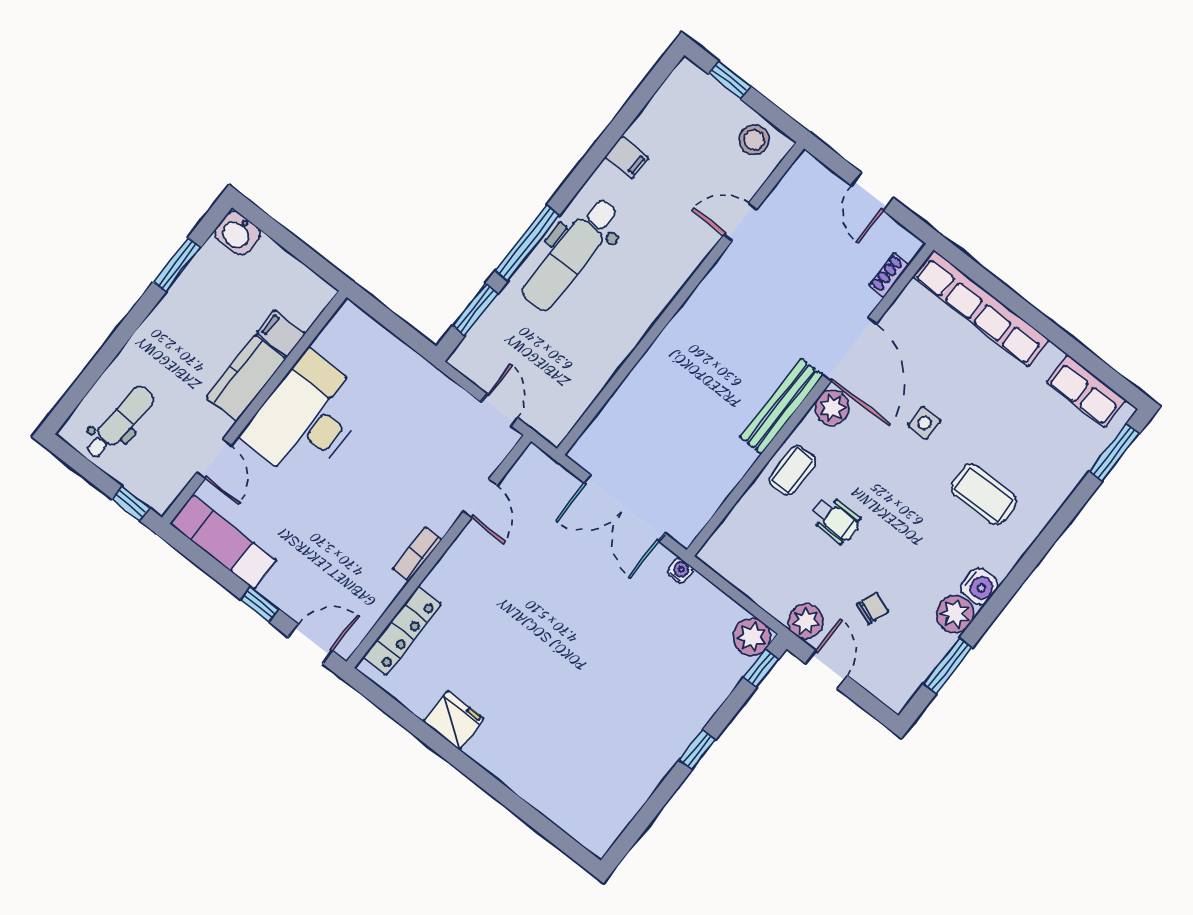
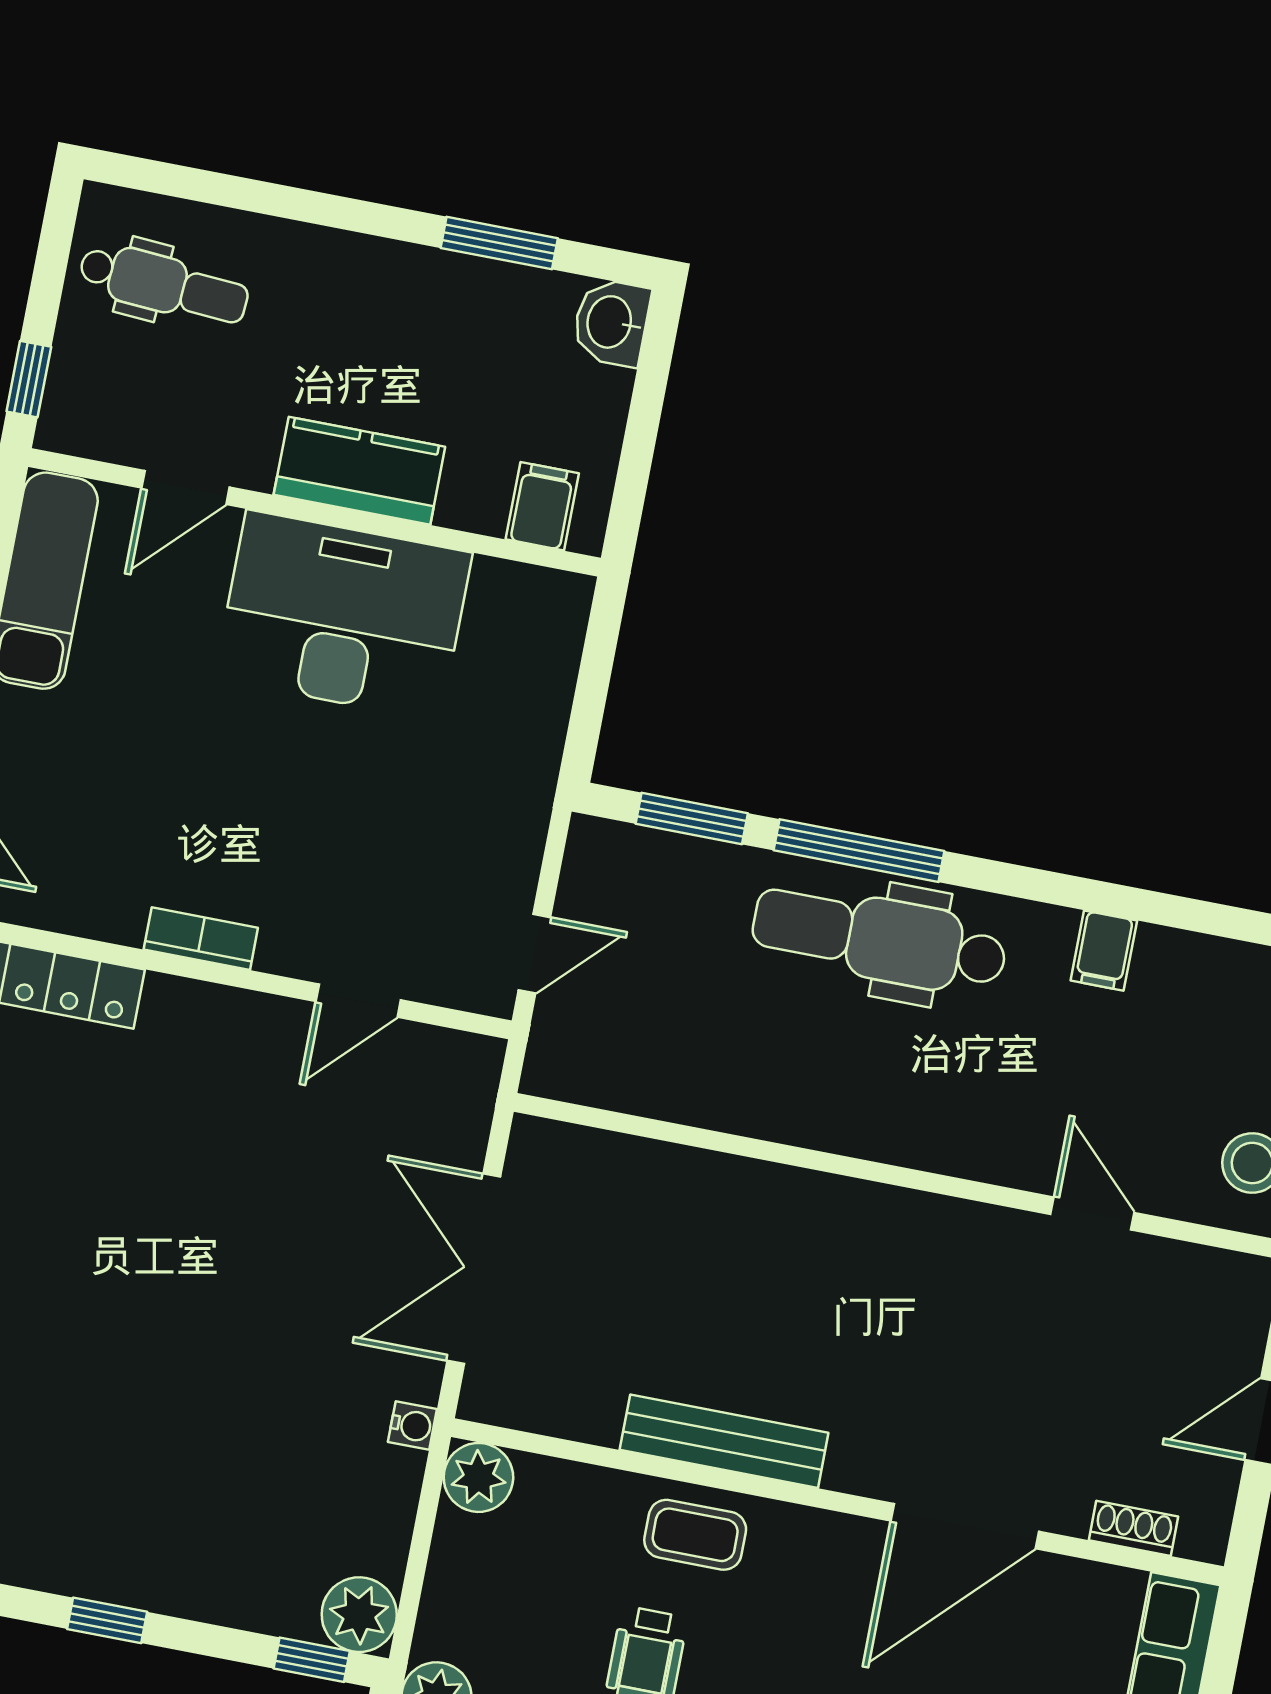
filing cabinet: (281, 333) -> (542, 506), moved
bench: (781, 406) -> (724, 1441), moved
plant: (832, 408) -> (478, 1477), moved

